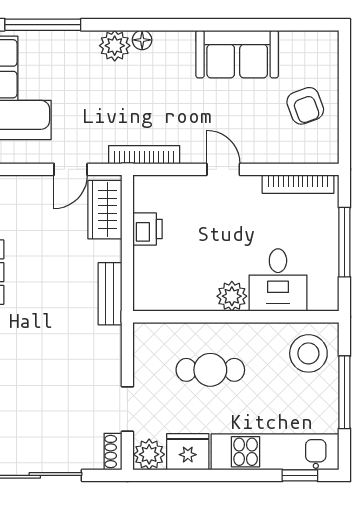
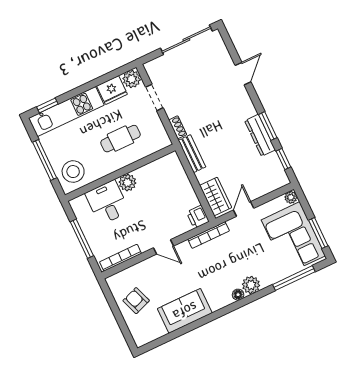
printer: (148, 229) -> (198, 217), moved
shoe rack: (113, 452) -> (178, 127), moved

